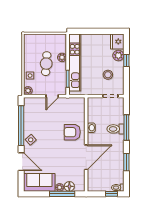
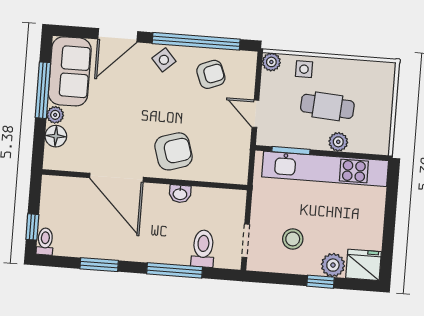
armchair: (36, 118) -> (211, 74), added
toilet: (115, 129) -> (203, 249), moved
armchair: (72, 132) -> (174, 151), turned 73
window: (62, 194) -> (43, 90), moved

